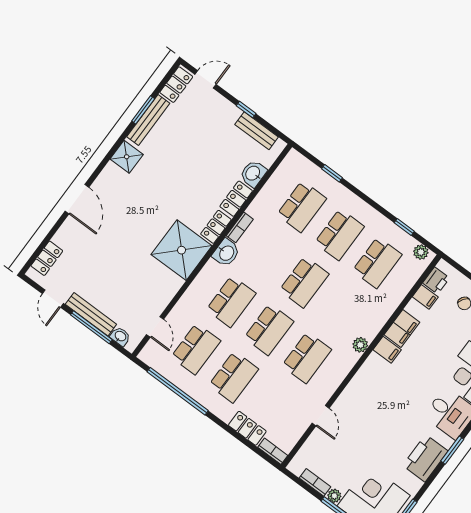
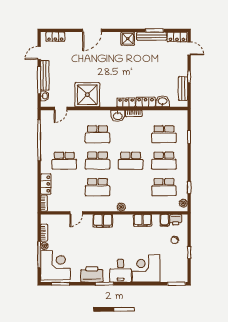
shower: (182, 250) -> (87, 95), moved
school desk: (196, 349) -> (64, 134), removed
filing cabinet: (387, 350) -> (103, 221), moved, width x2.00

